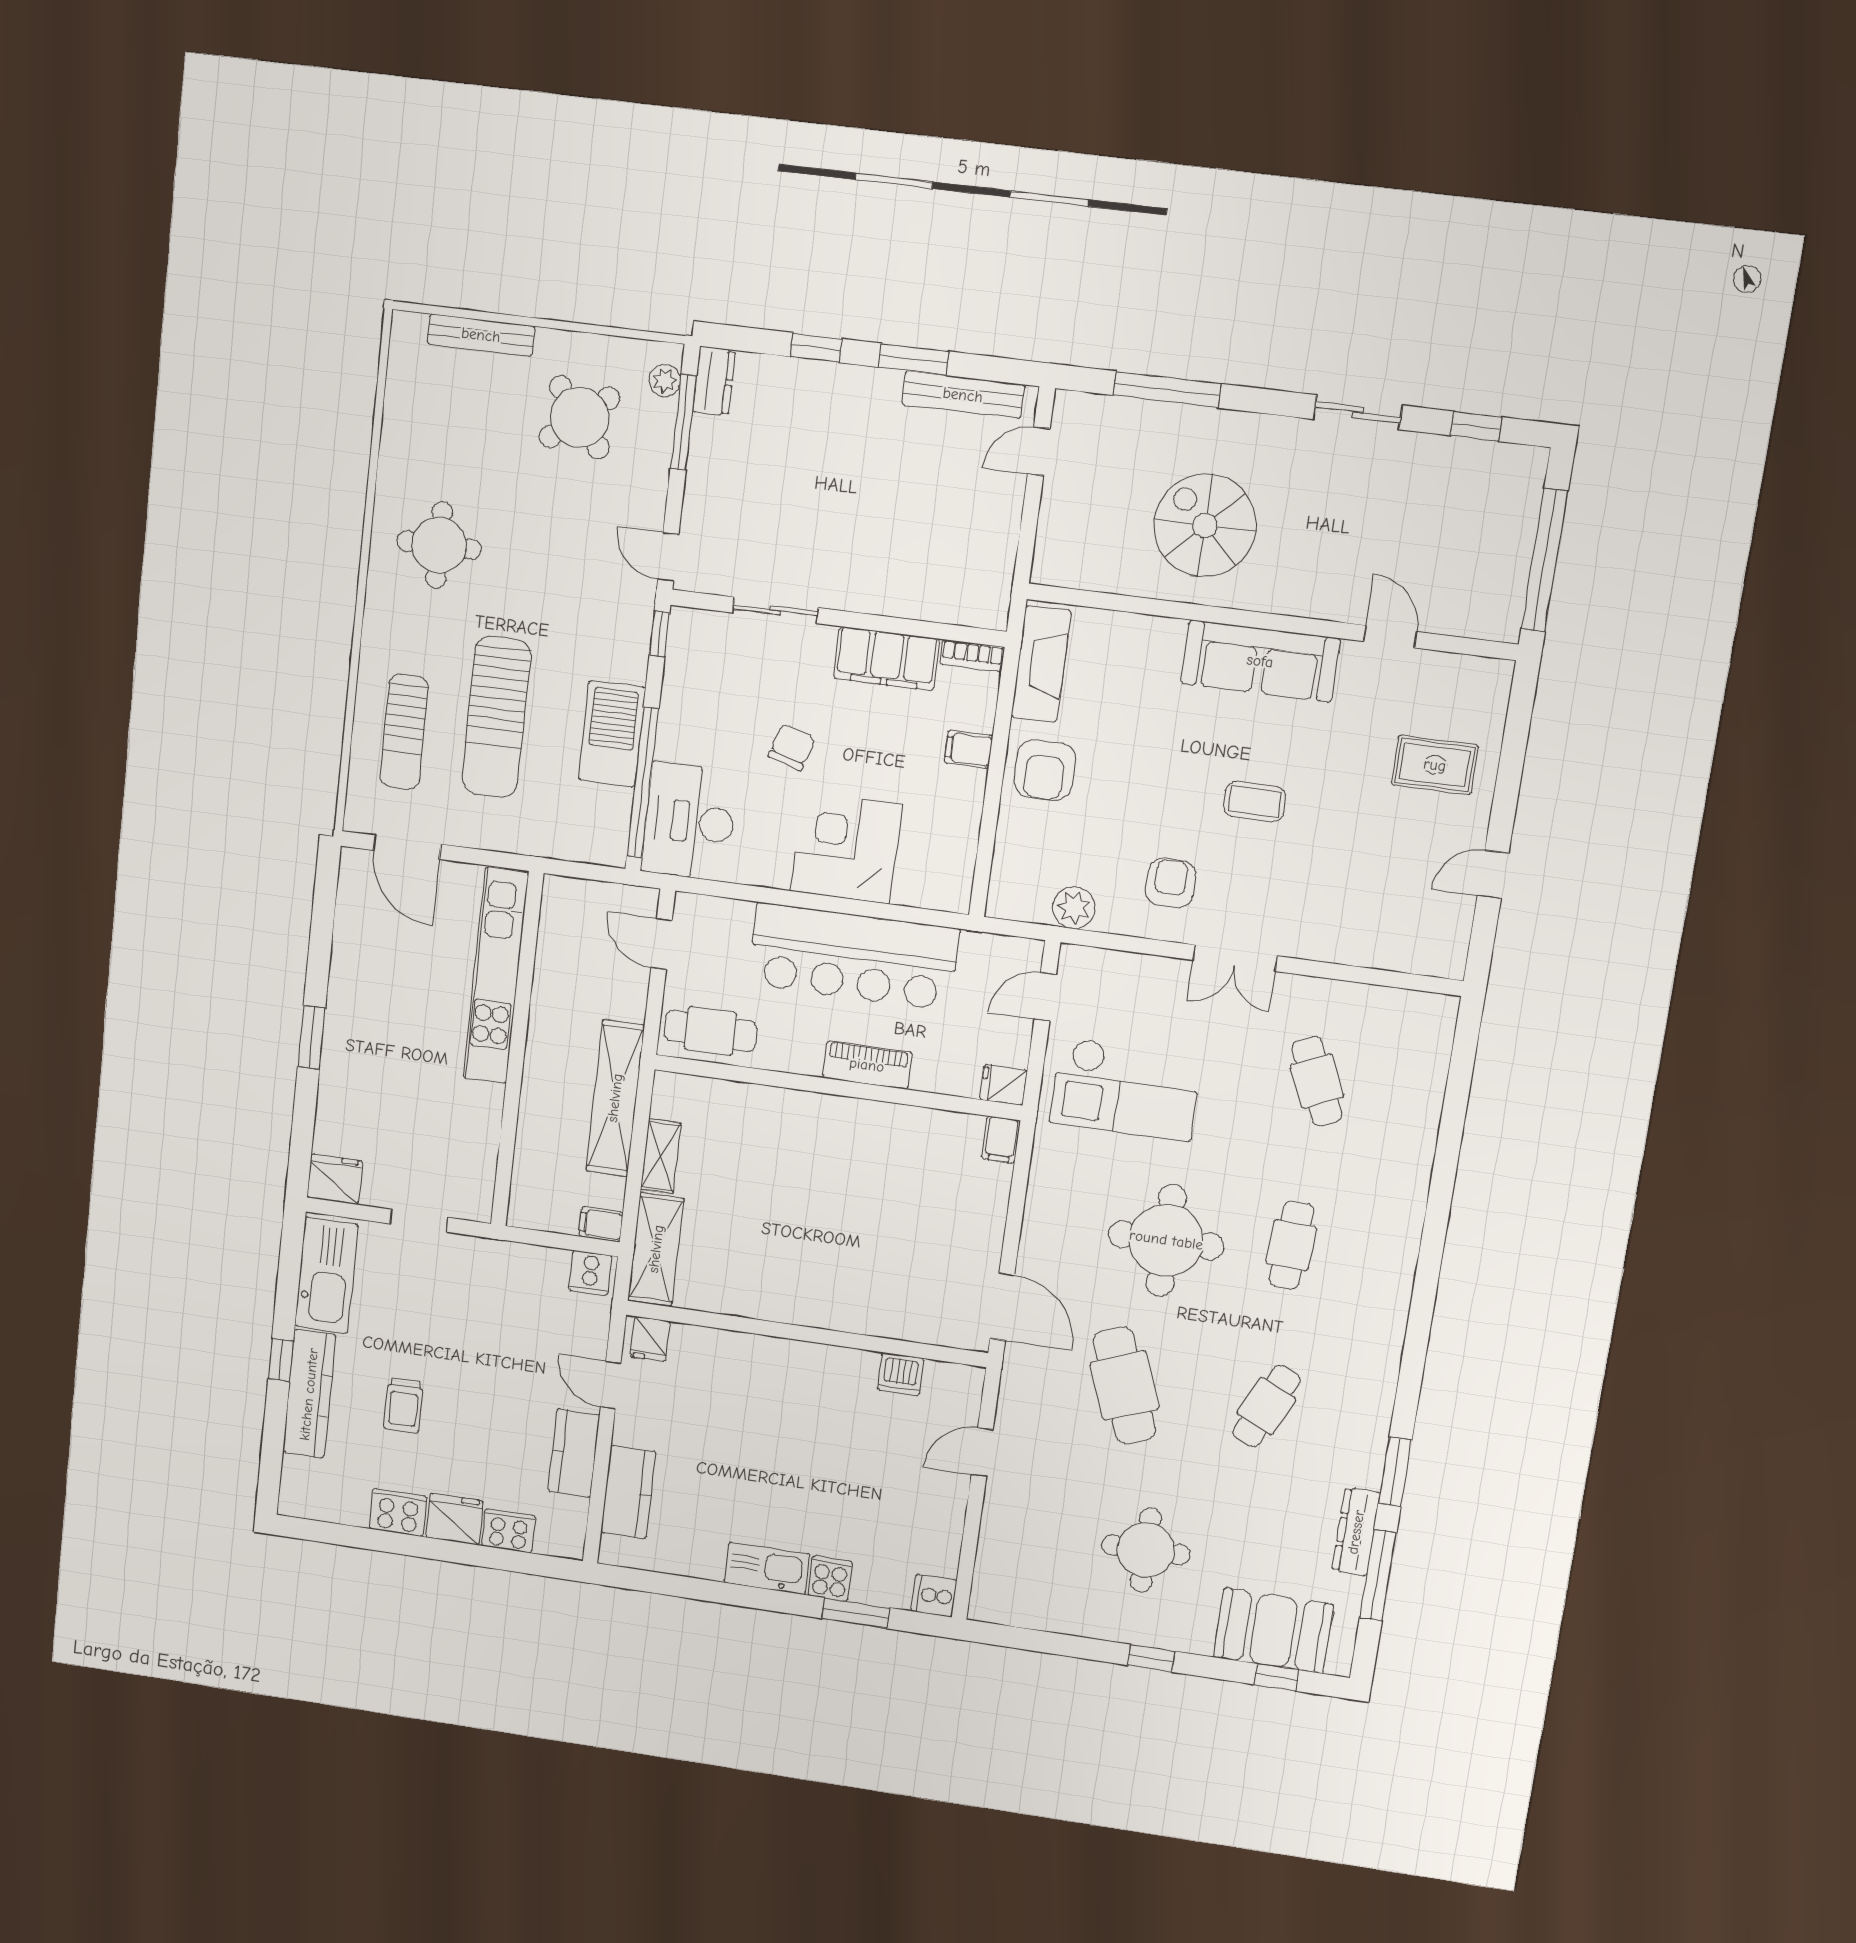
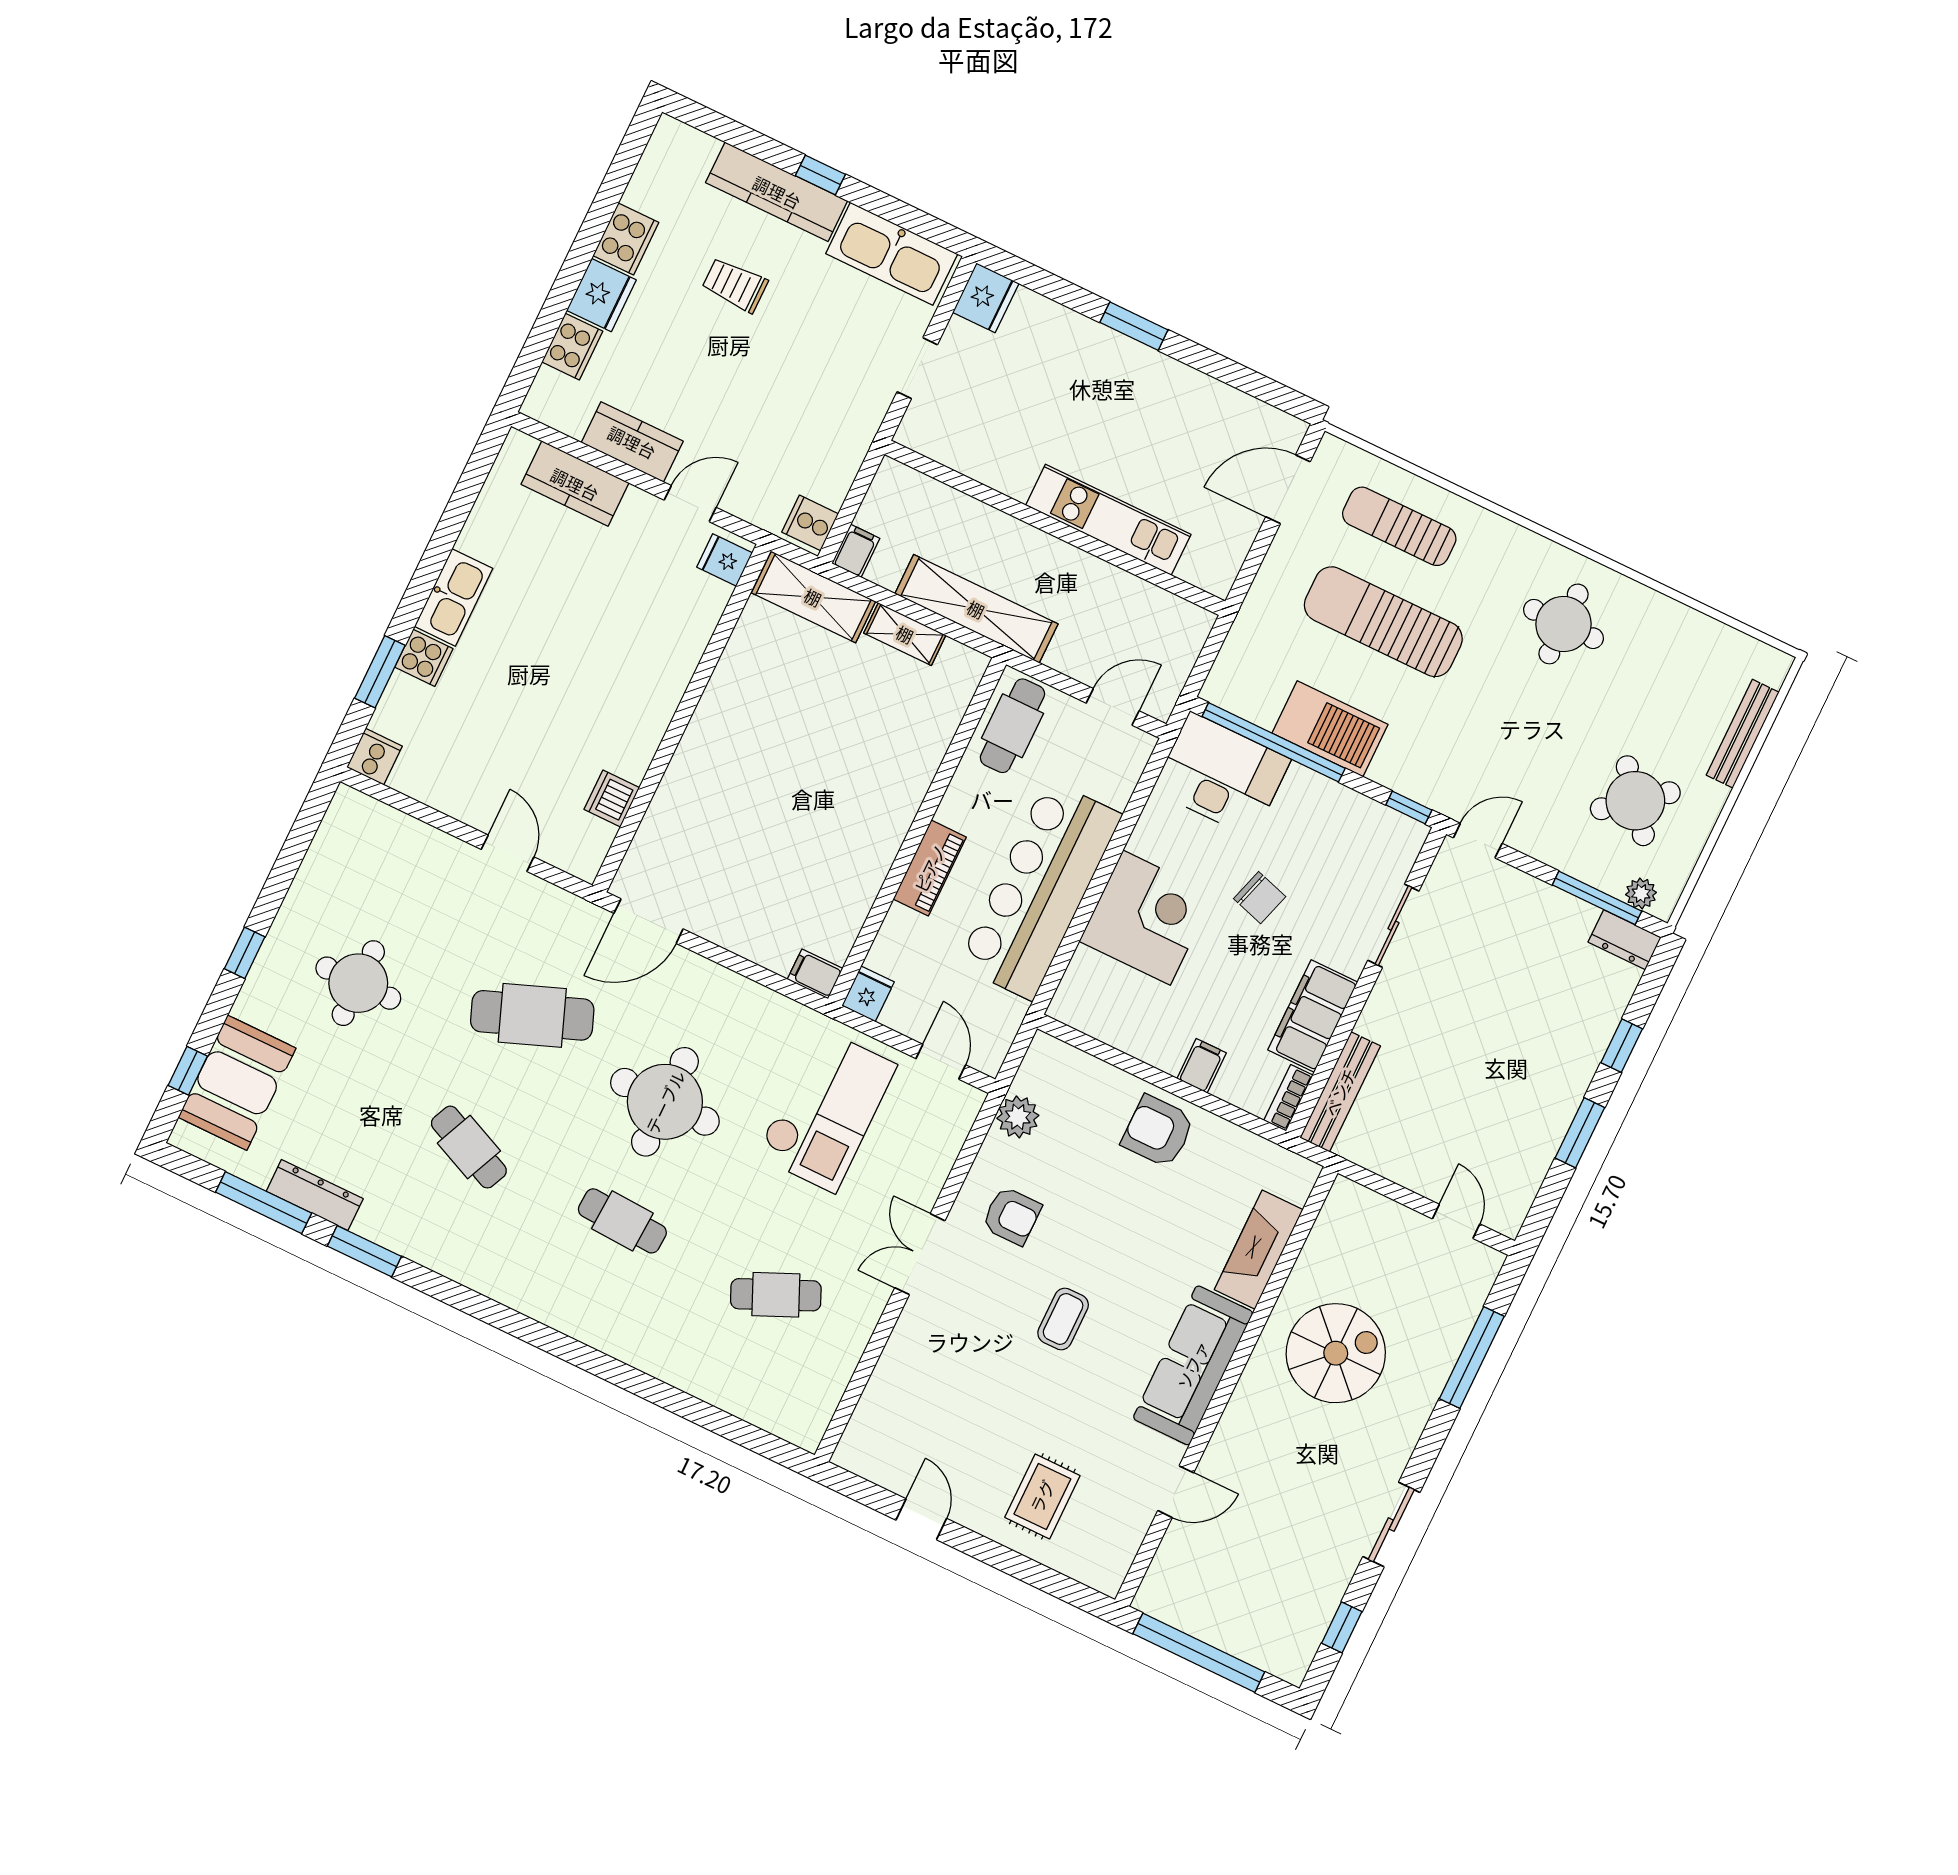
bench: (963, 395) -> (1340, 1092), moved
fireplace: (1041, 664) -> (1259, 1250), moved, turned 90
kitchen unit: (496, 976) -> (1108, 520), width x0.73
checkout: (1126, 1089) -> (826, 1110), turned 180

